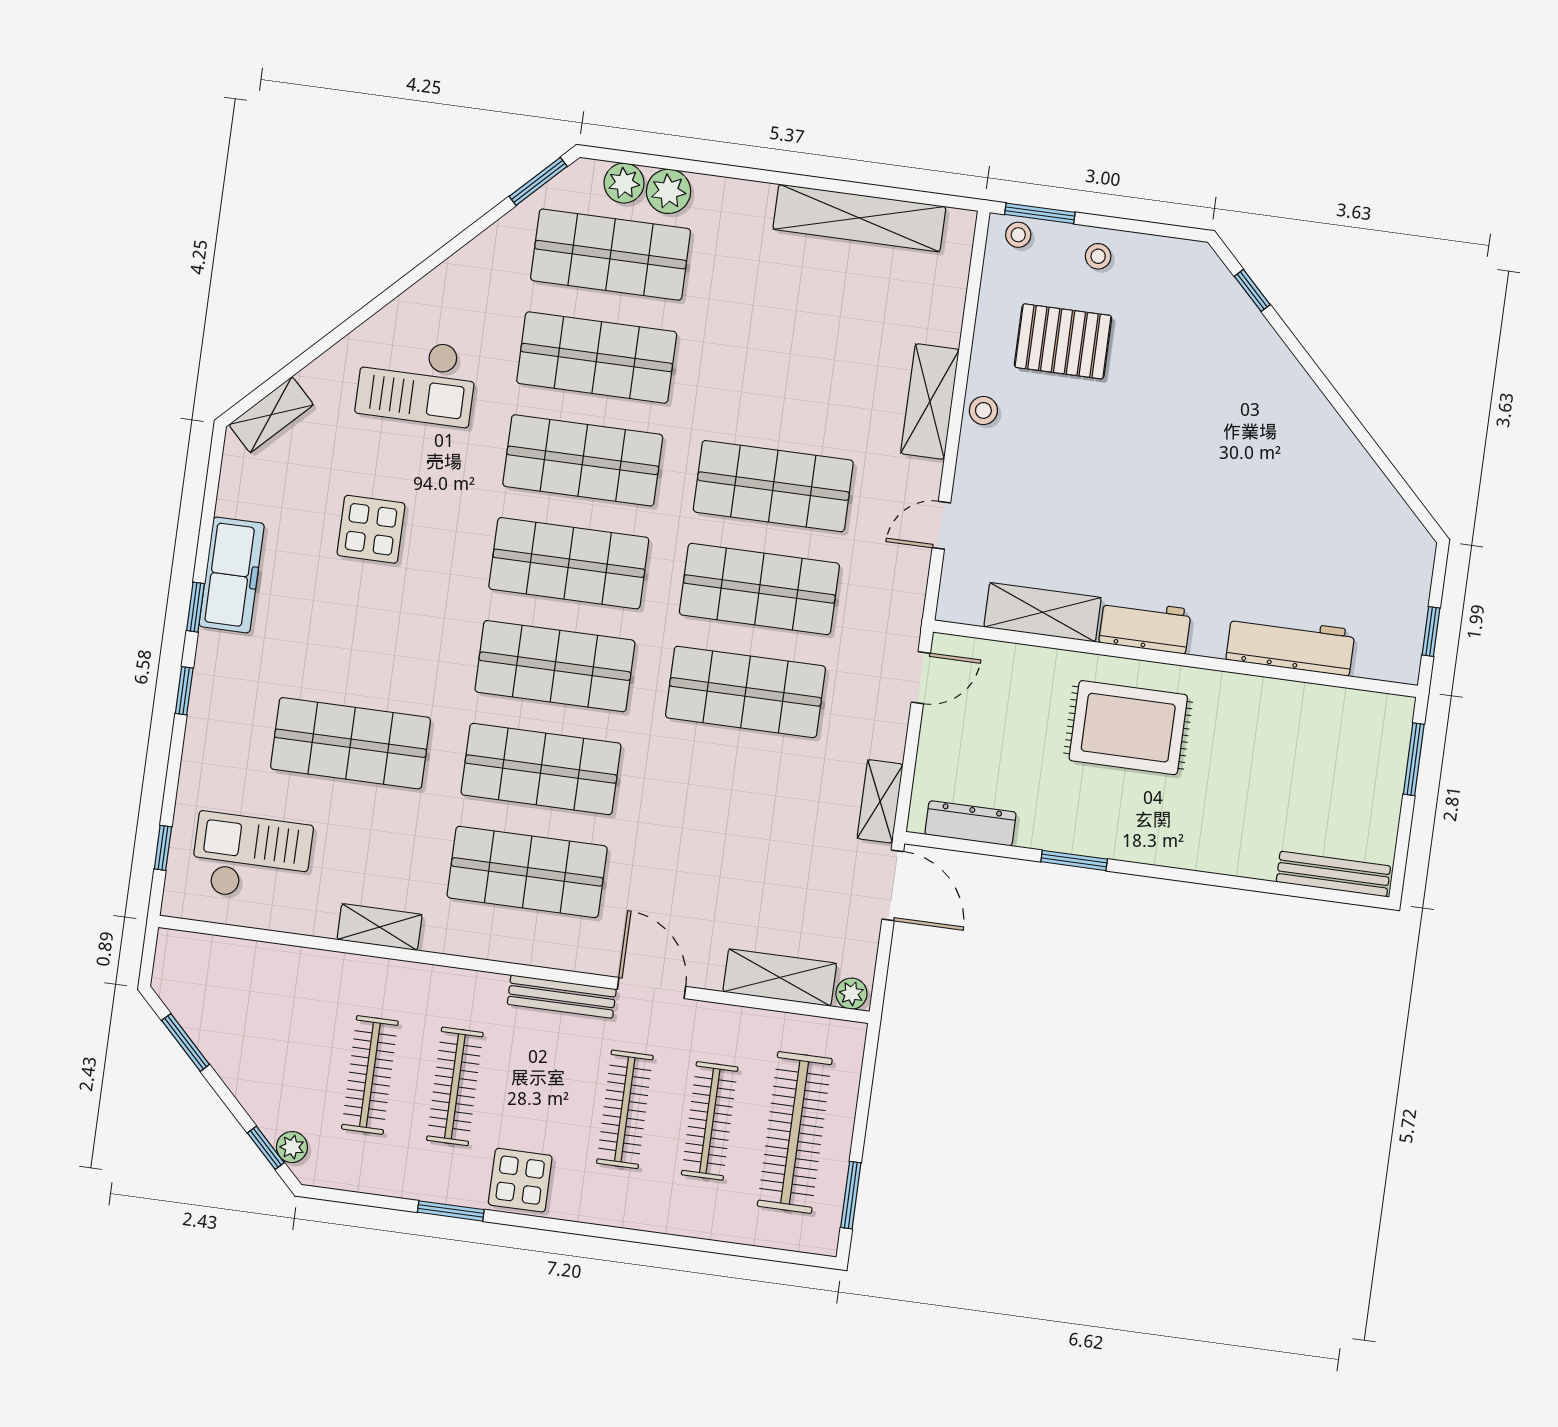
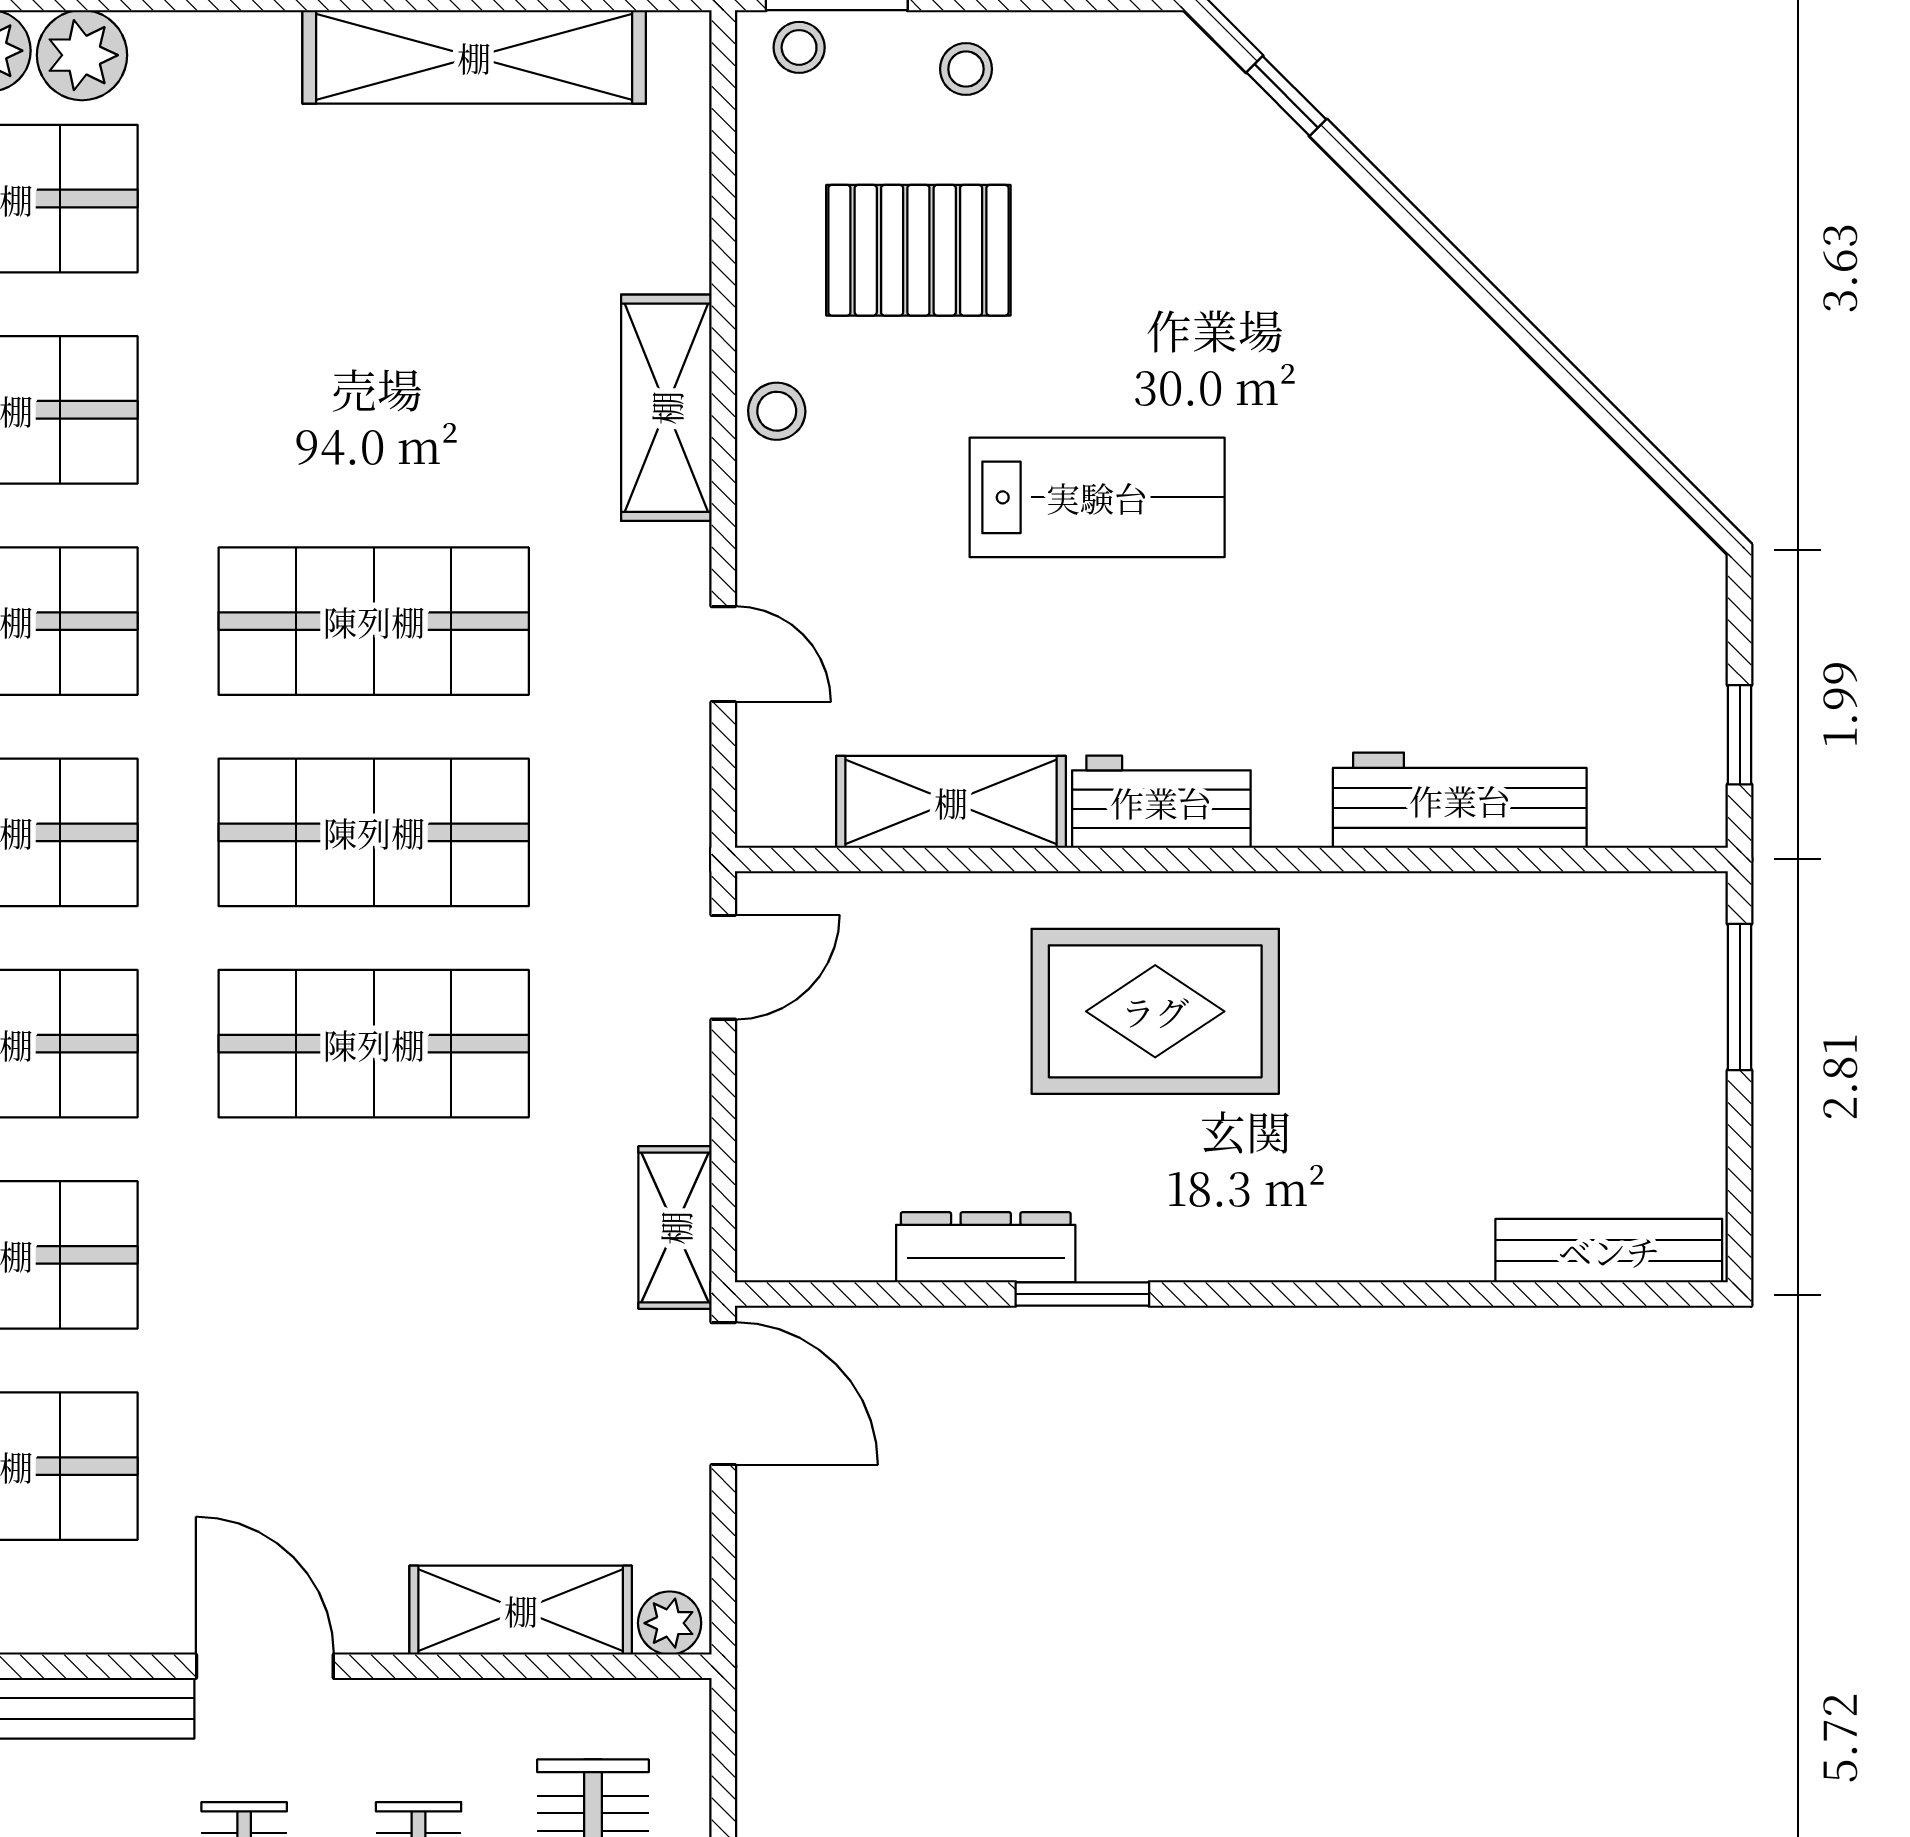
lab bench: (1134, 474) -> (1097, 497), added
door: (941, 525) -> (723, 654), swing flipped
dresser: (971, 823) -> (986, 1247), moved

